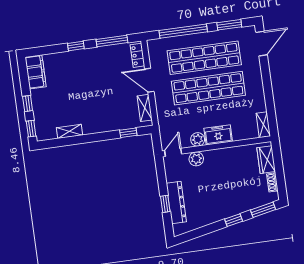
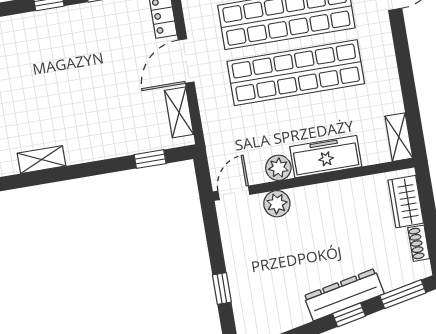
door: (149, 80) -> (186, 61), hinge flipped
freezer: (218, 135) -> (326, 157), width x1.40
dresser: (176, 203) -> (344, 295), moved, turned -102

